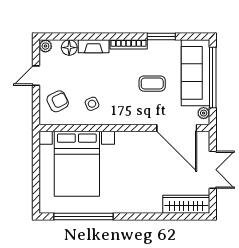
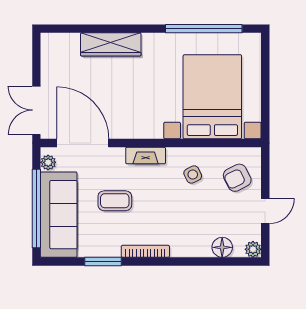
fireplace: (94, 46) -> (146, 156), moved, turned 180
double door: (213, 170) -> (36, 110), moved
wardrobe: (186, 204) -> (111, 44), moved

